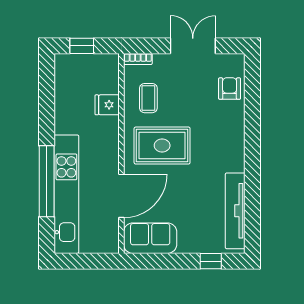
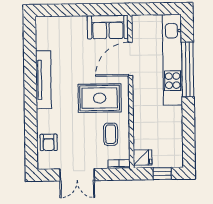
fridge: (107, 105) -> (143, 157), moved
tv unit: (235, 211) -> (43, 80), moved
window: (211, 261) -> (61, 10), removed

